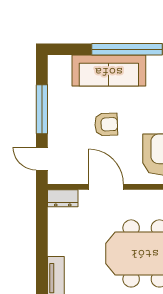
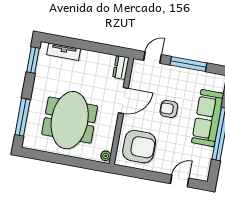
armchair: (106, 124) -> (169, 109), turned 92

